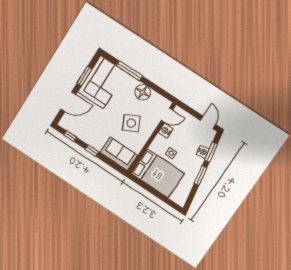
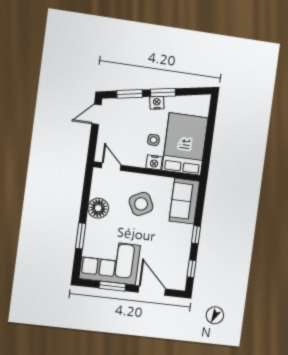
window: (129, 71) -> (81, 236), width x0.69
nightstand: (166, 131) -> (154, 162), moved
nightstand: (203, 152) -> (157, 103), moved

